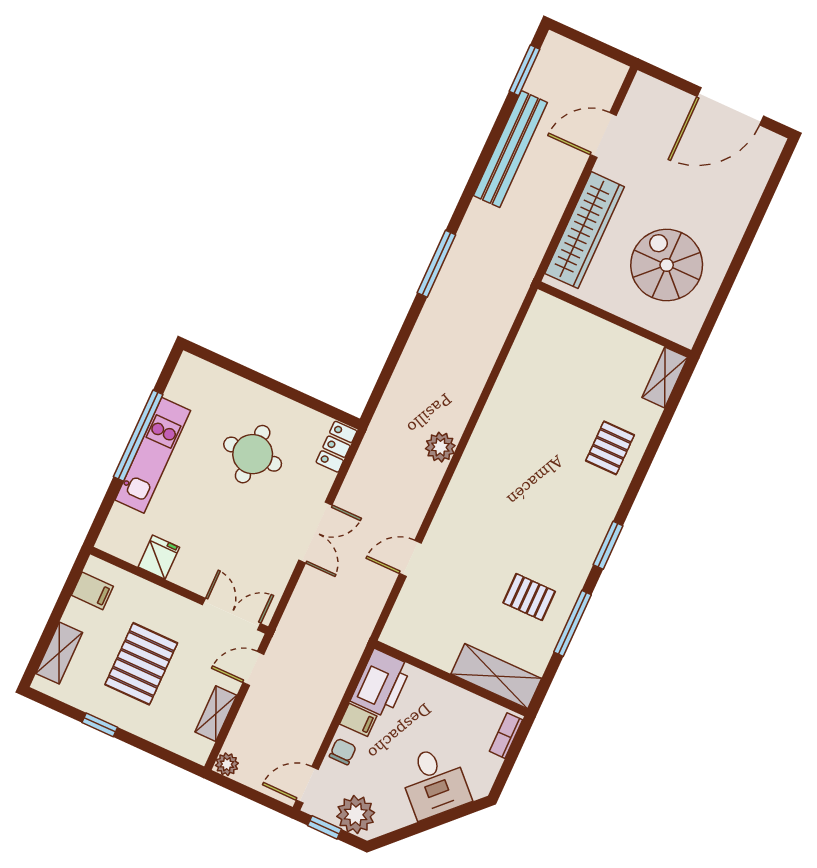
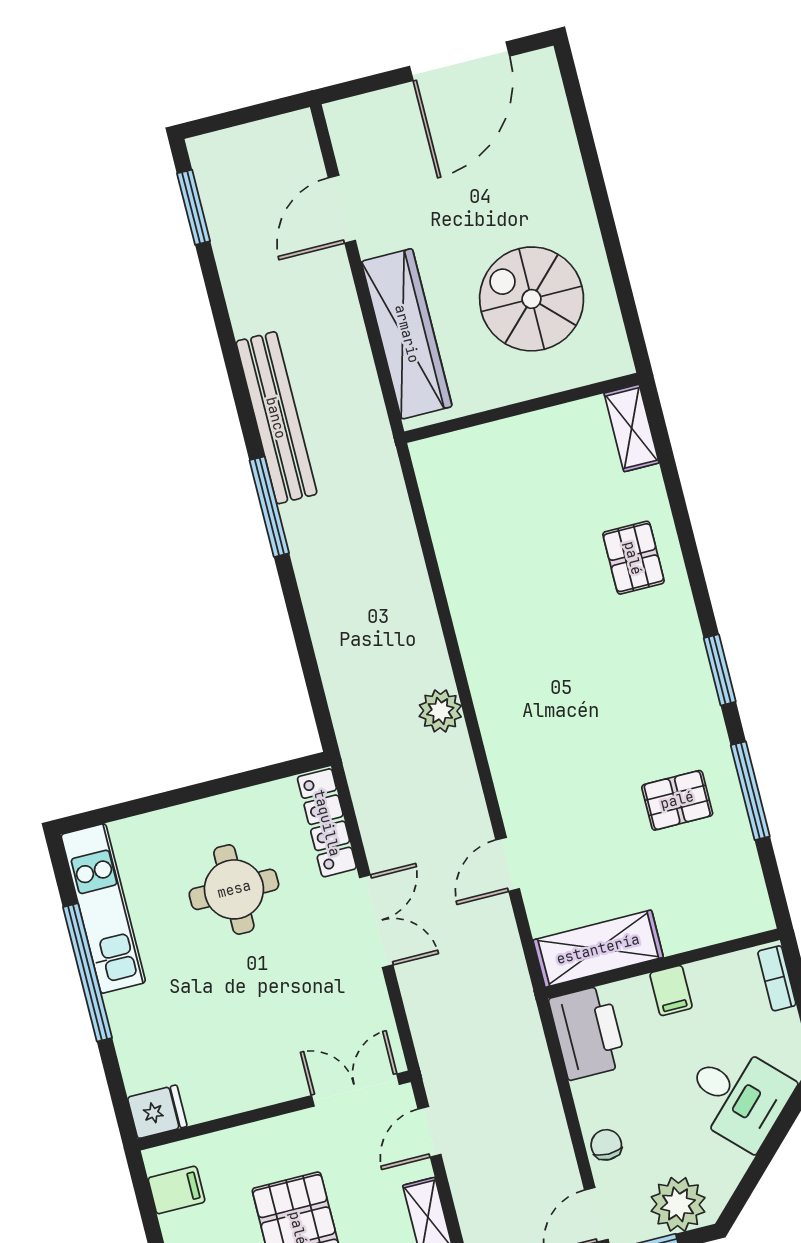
bench: (510, 149) -> (276, 418), moved
locker: (337, 447) -> (327, 823), width x1.53
kitchen unit: (153, 455) -> (103, 908), moved
fridge: (159, 557) -> (157, 1112), moved, turned 90
shelving: (496, 676) -> (598, 949), moved
filing cabinet: (358, 720) -> (671, 991), moved, turned 90

